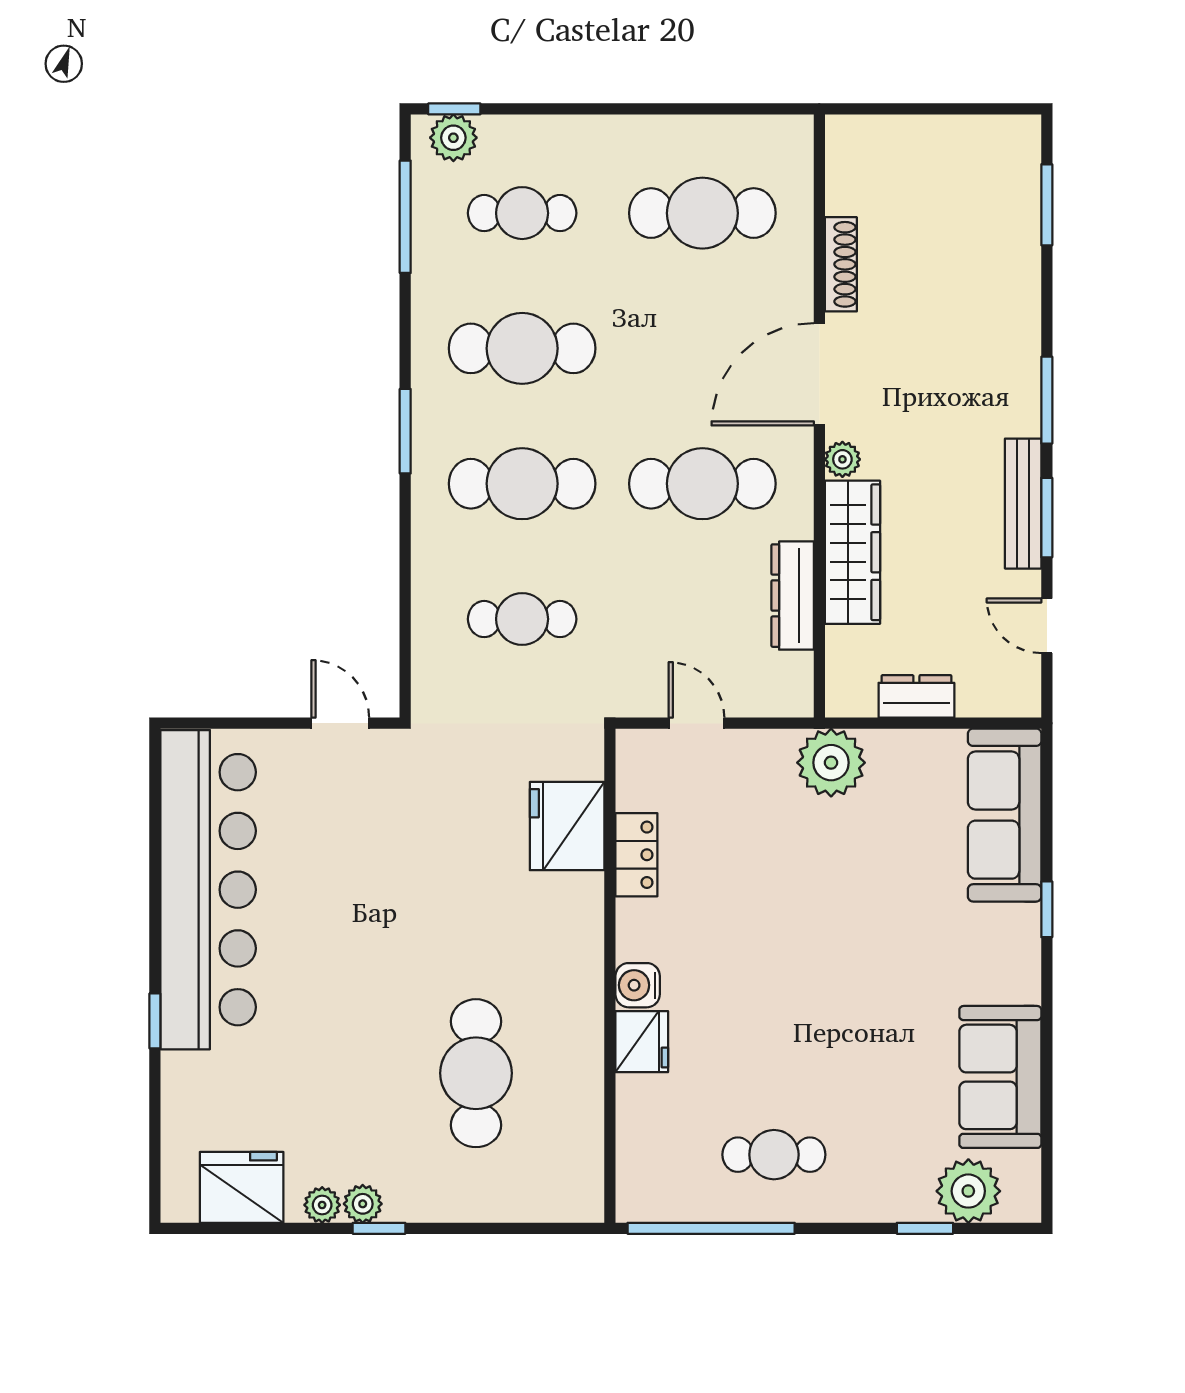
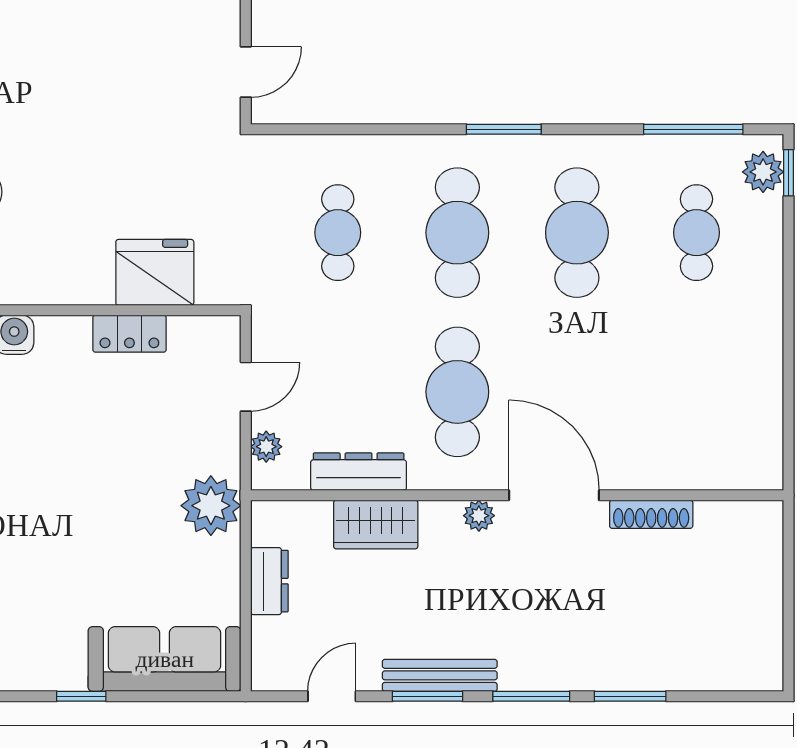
window: (1047, 205) -> (630, 696), moved
cafe table: (702, 213) -> (696, 392), removed
wardrobe: (852, 552) -> (376, 525), width x0.67
plant: (764, 700) -> (266, 447), added

